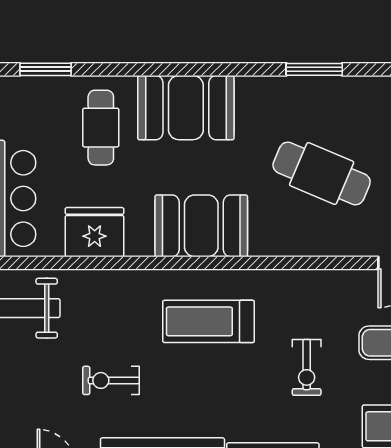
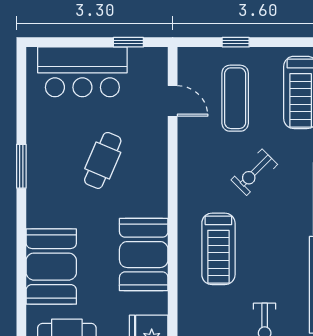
cafe table: (322, 174) -> (103, 160), width x0.73, depth x0.74
exercise bike: (307, 367) -> (254, 172), turned 135

